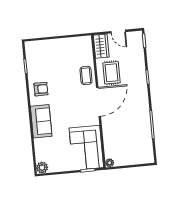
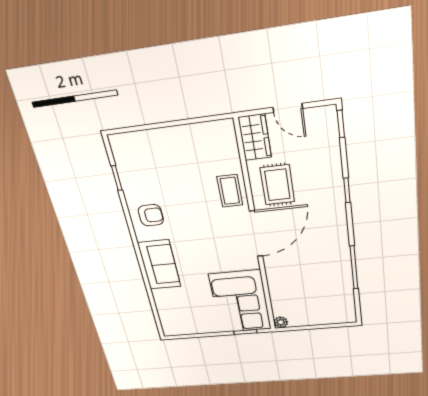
plant: (42, 168) -> (171, 328), removed

